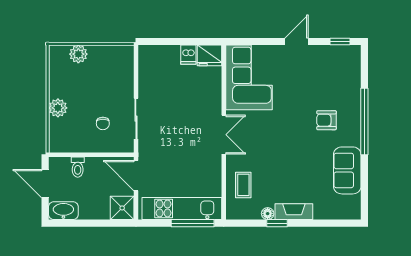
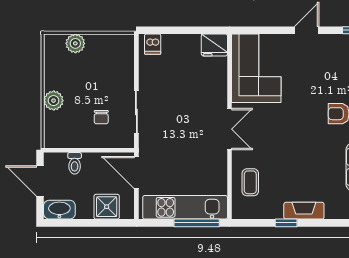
dishwasher: (188, 55) -> (153, 44), moved
shower: (122, 208) -> (107, 207), moved
floor lamp: (268, 214) -> (276, 213), removed

